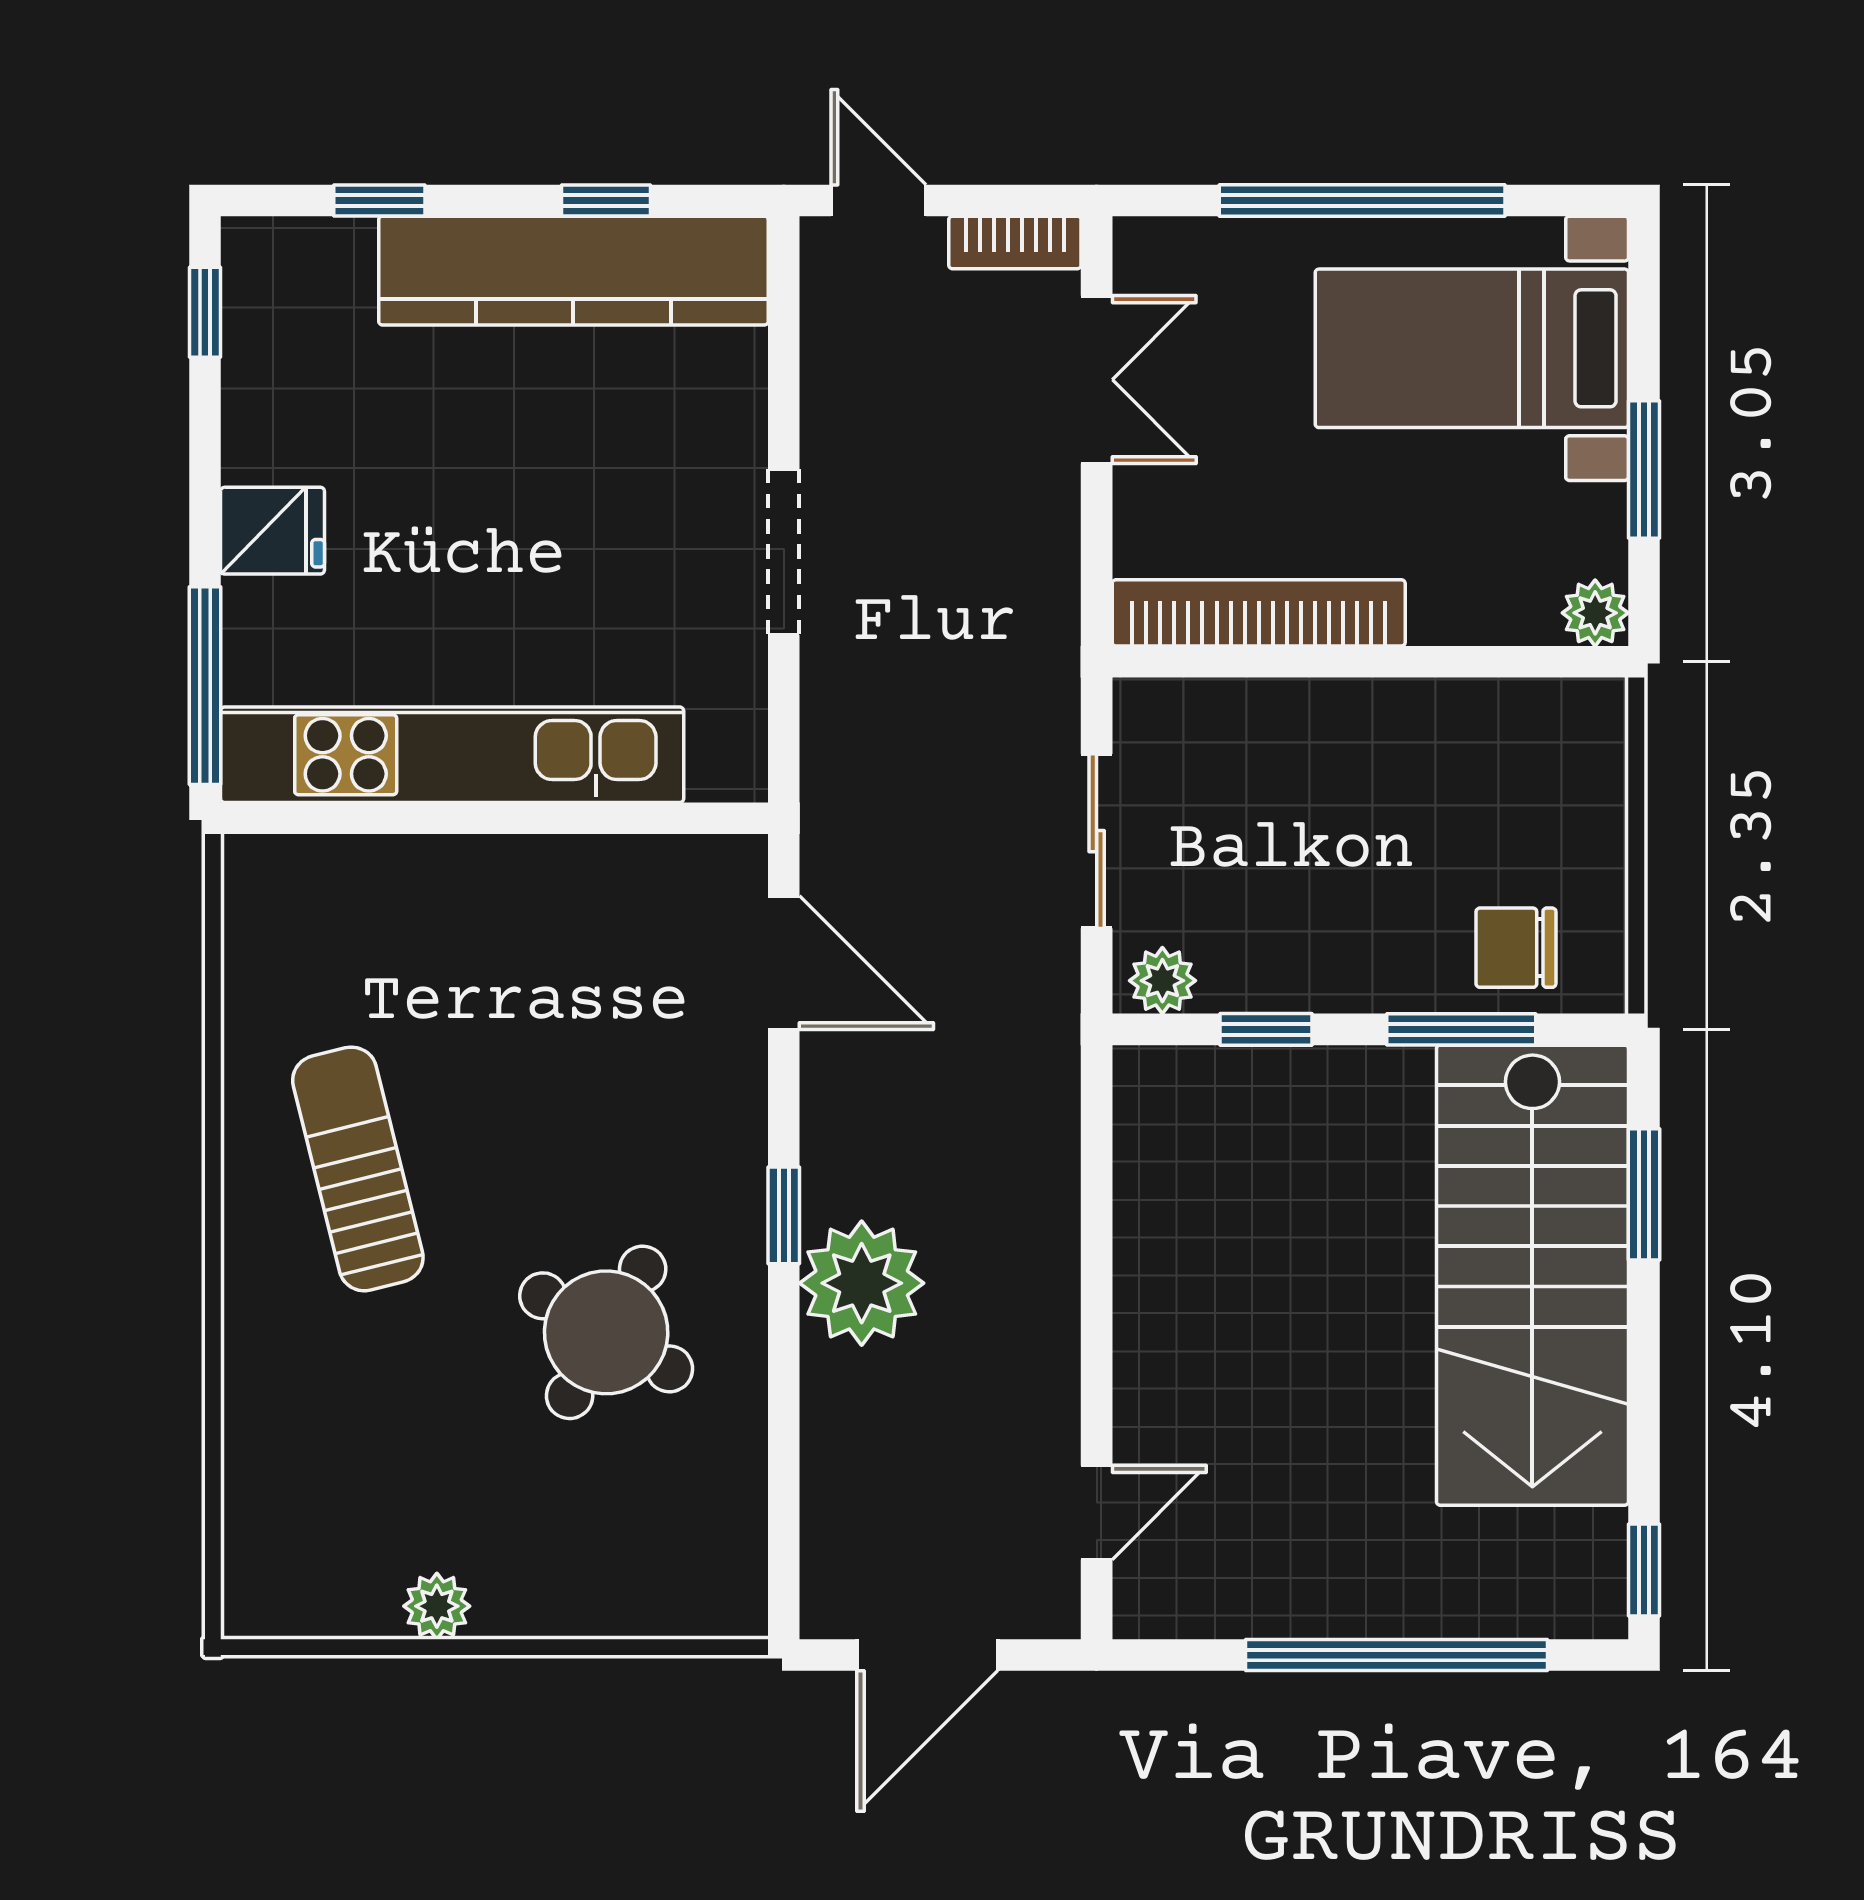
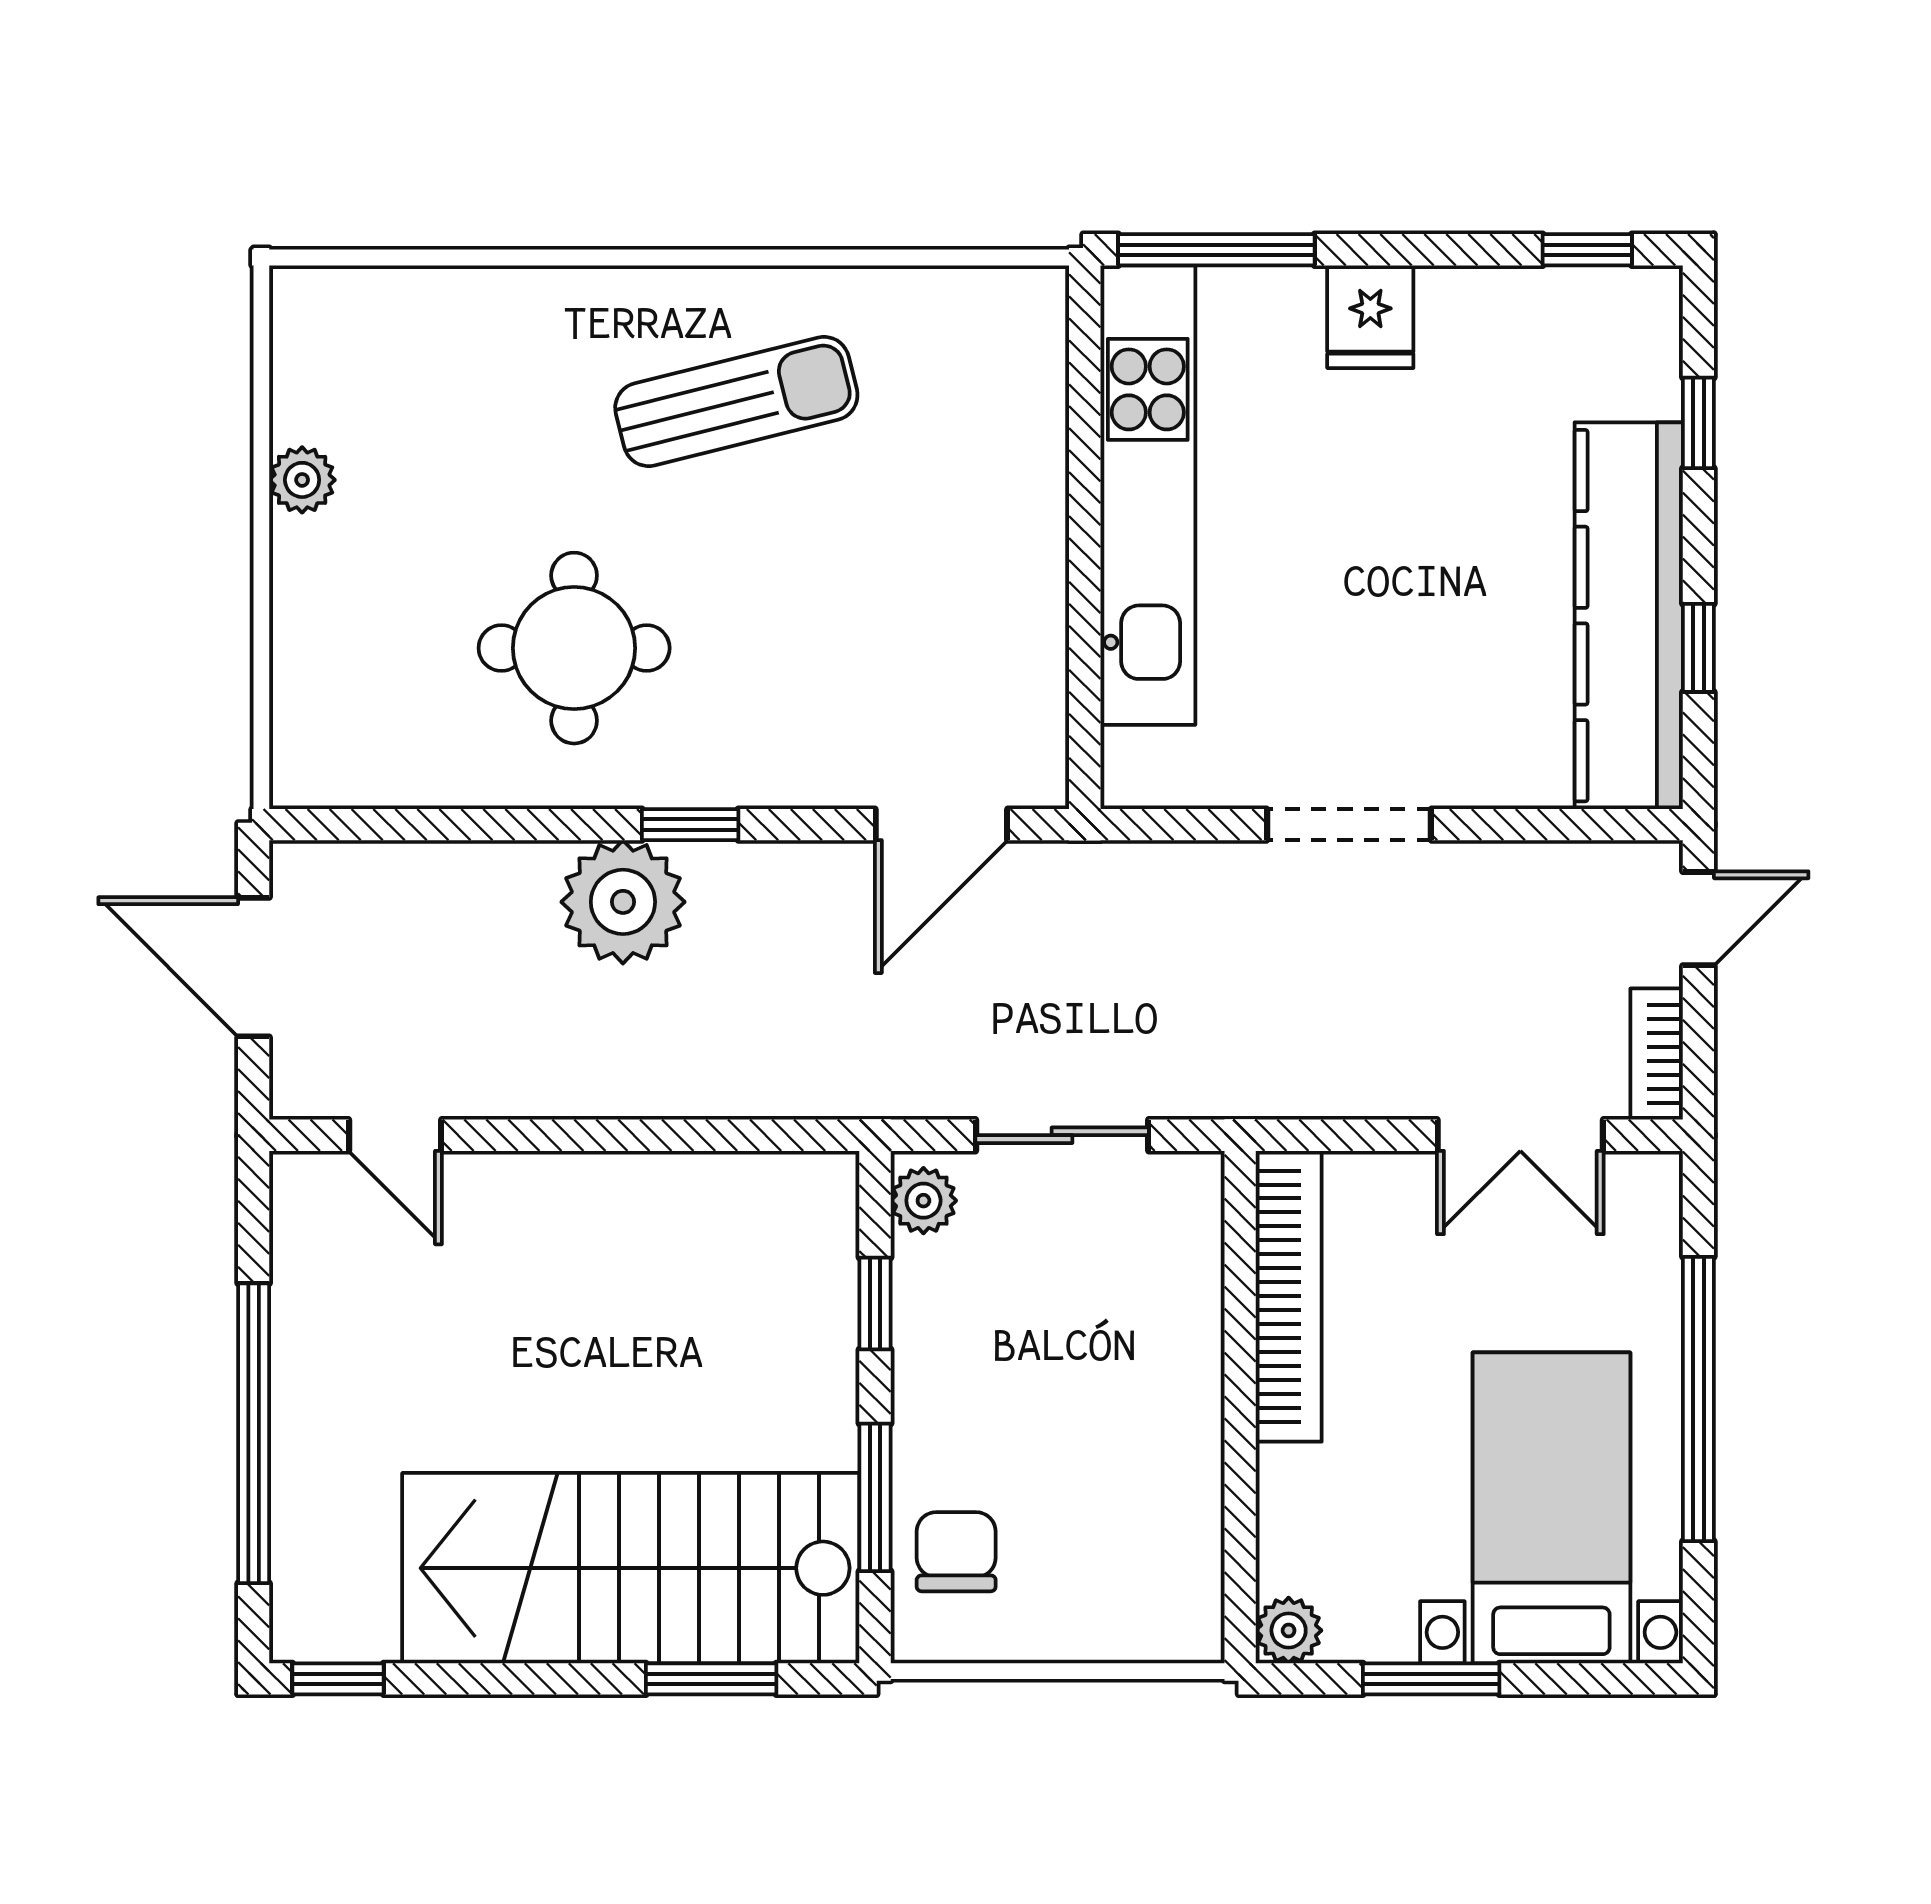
round table: (606, 1332) -> (574, 648), turned -30

